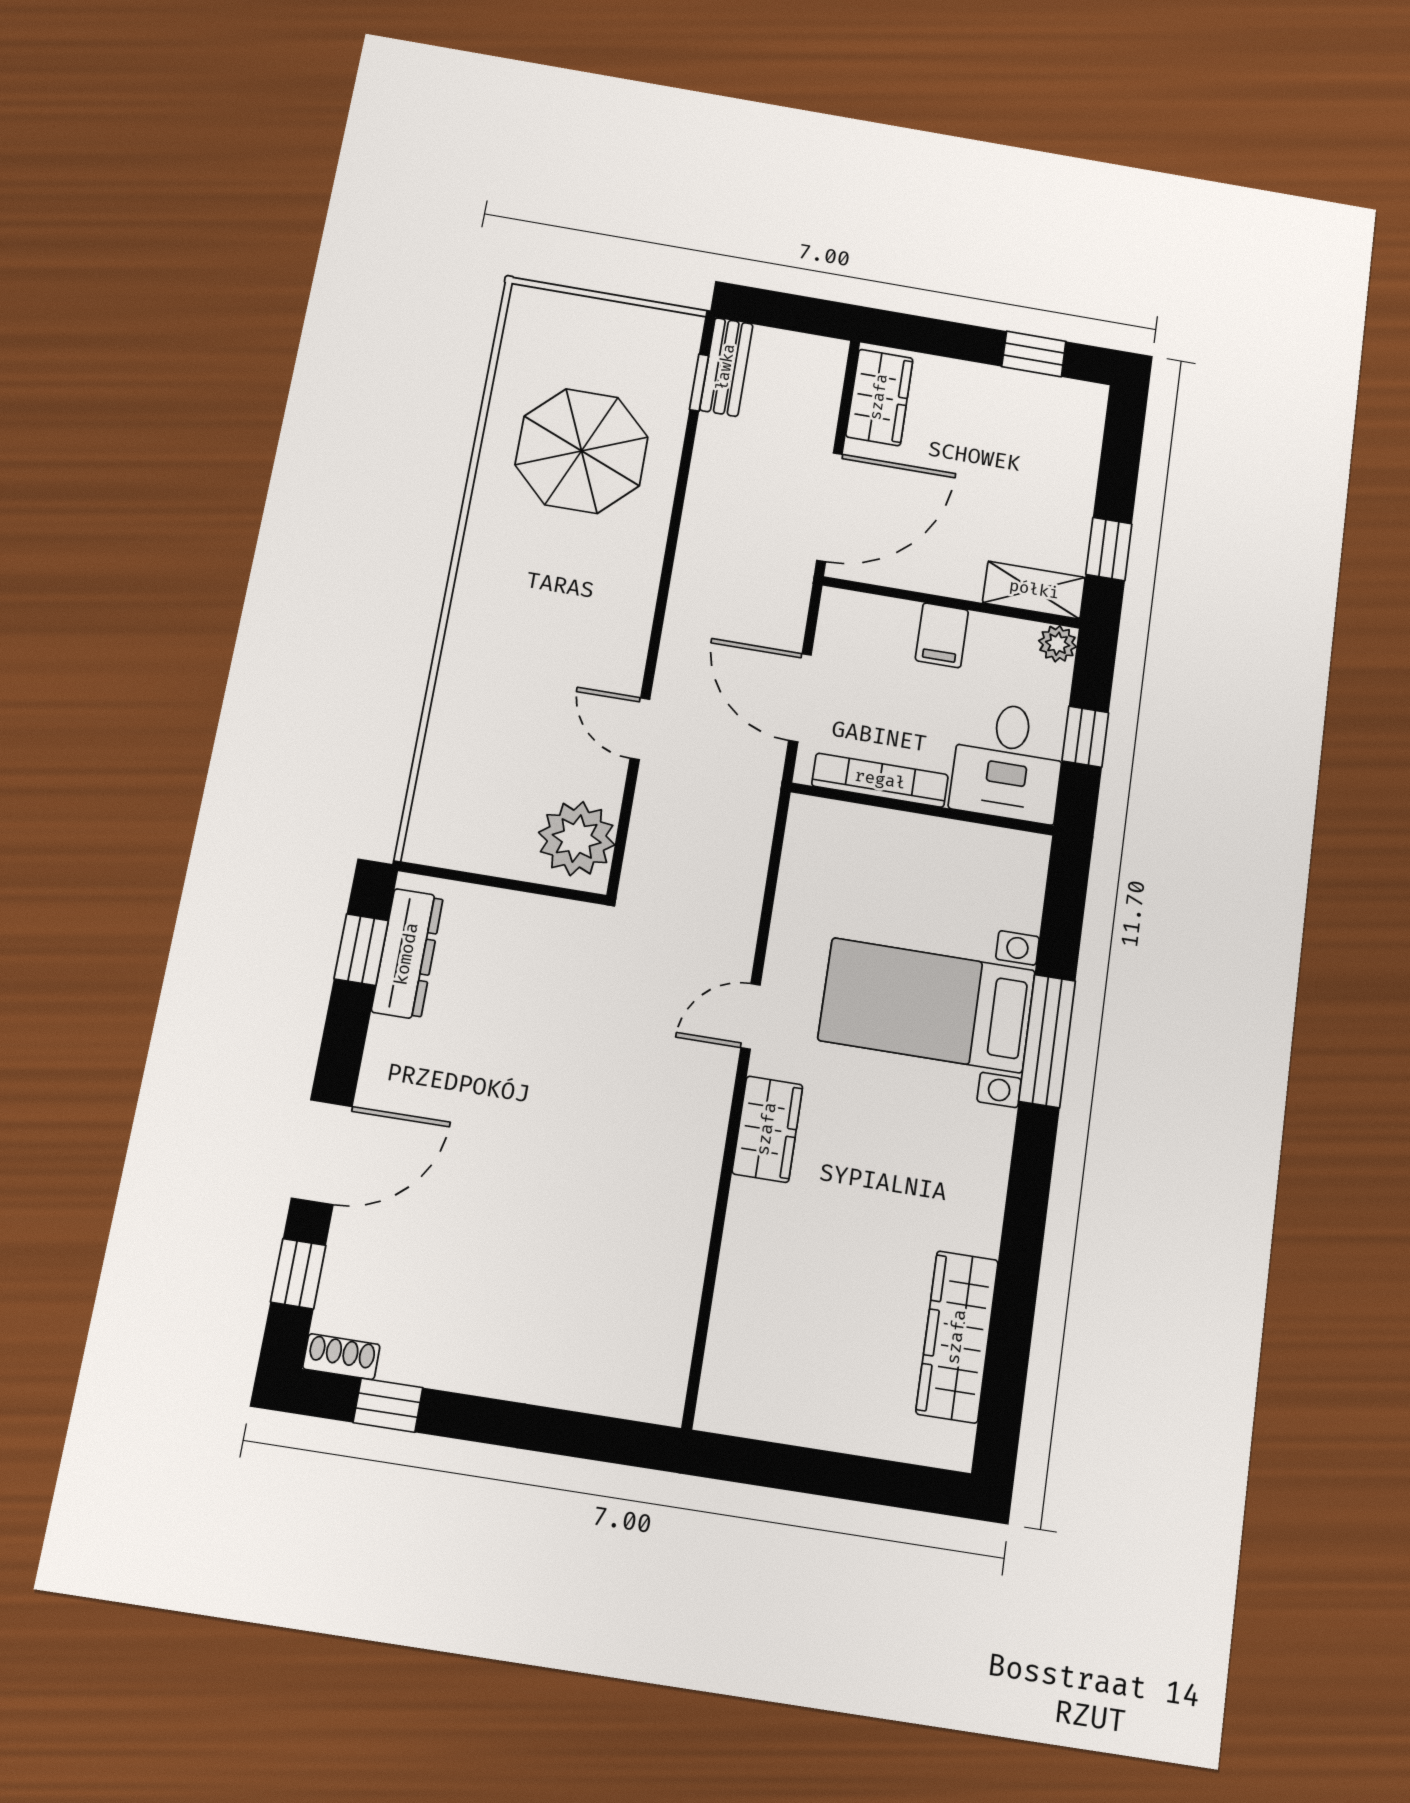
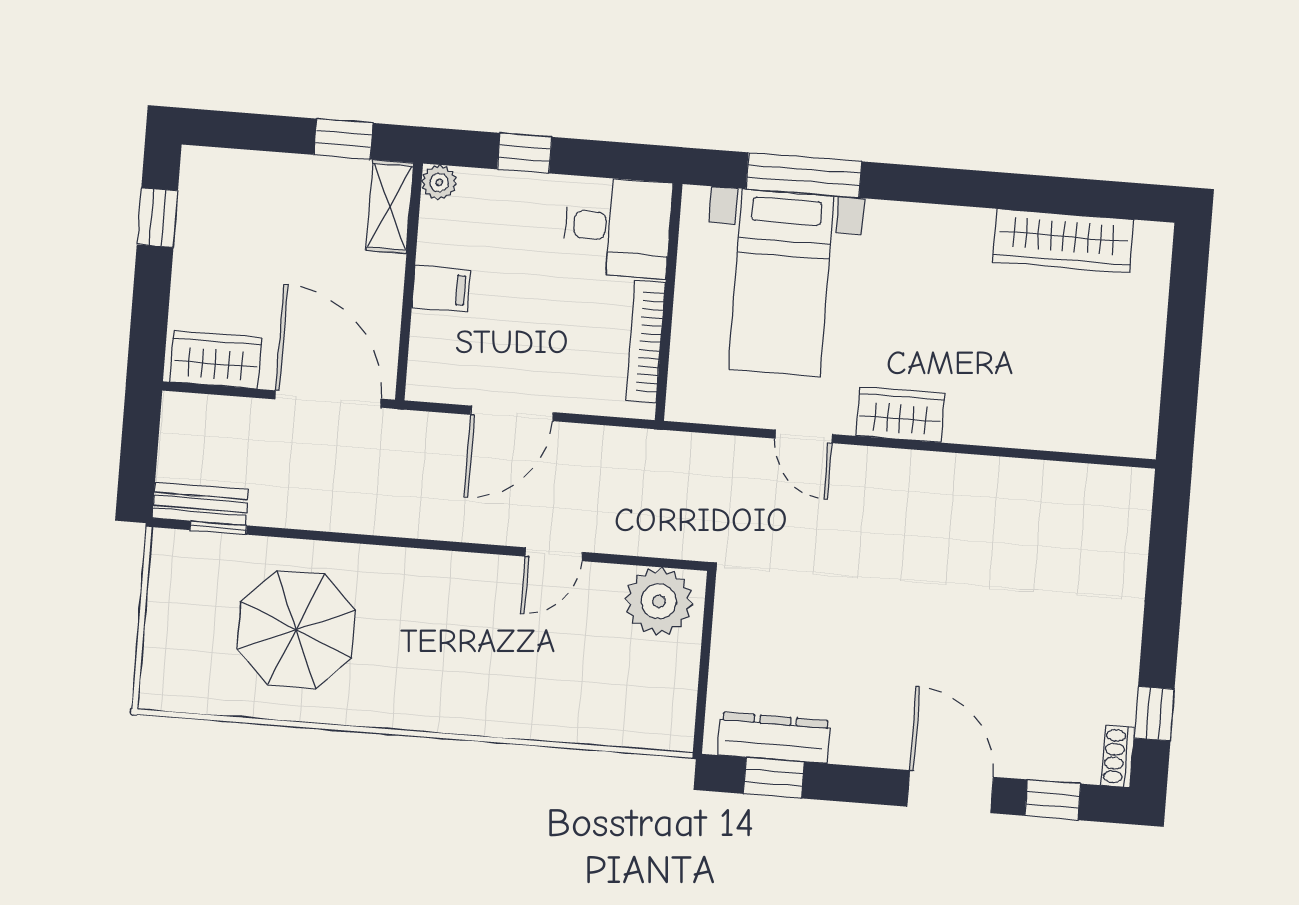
desk: (1008, 762) -> (618, 227), moved
bookcase: (880, 780) -> (646, 342), moved
wall: (922, 809) -> (669, 302), moved

